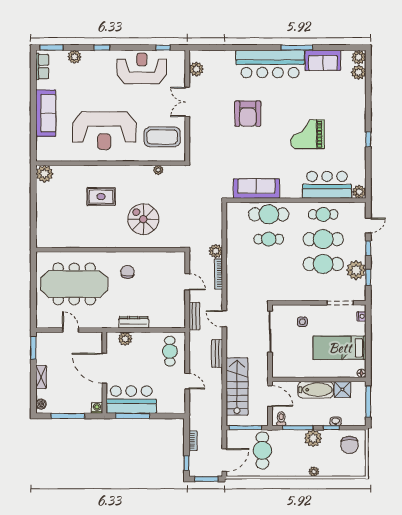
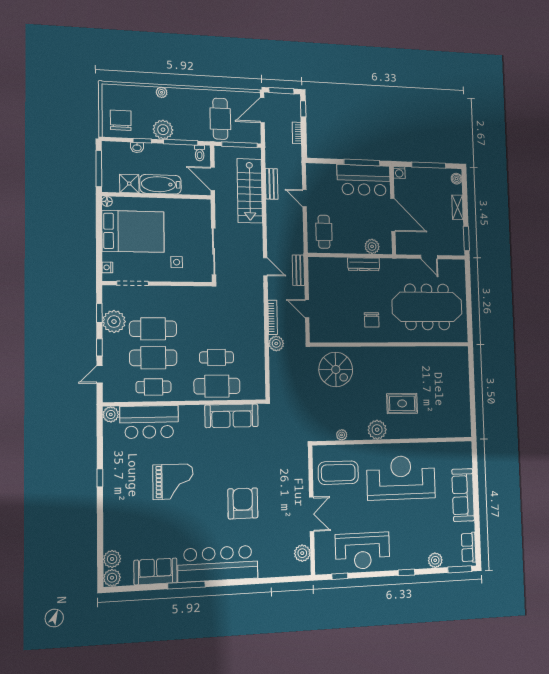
plant: (44, 174) -> (377, 430), moved
spiral stairs: (143, 219) -> (336, 369), moved
bed: (340, 348) -> (133, 231), width x1.50
bench: (217, 354) -> (272, 184), moved

